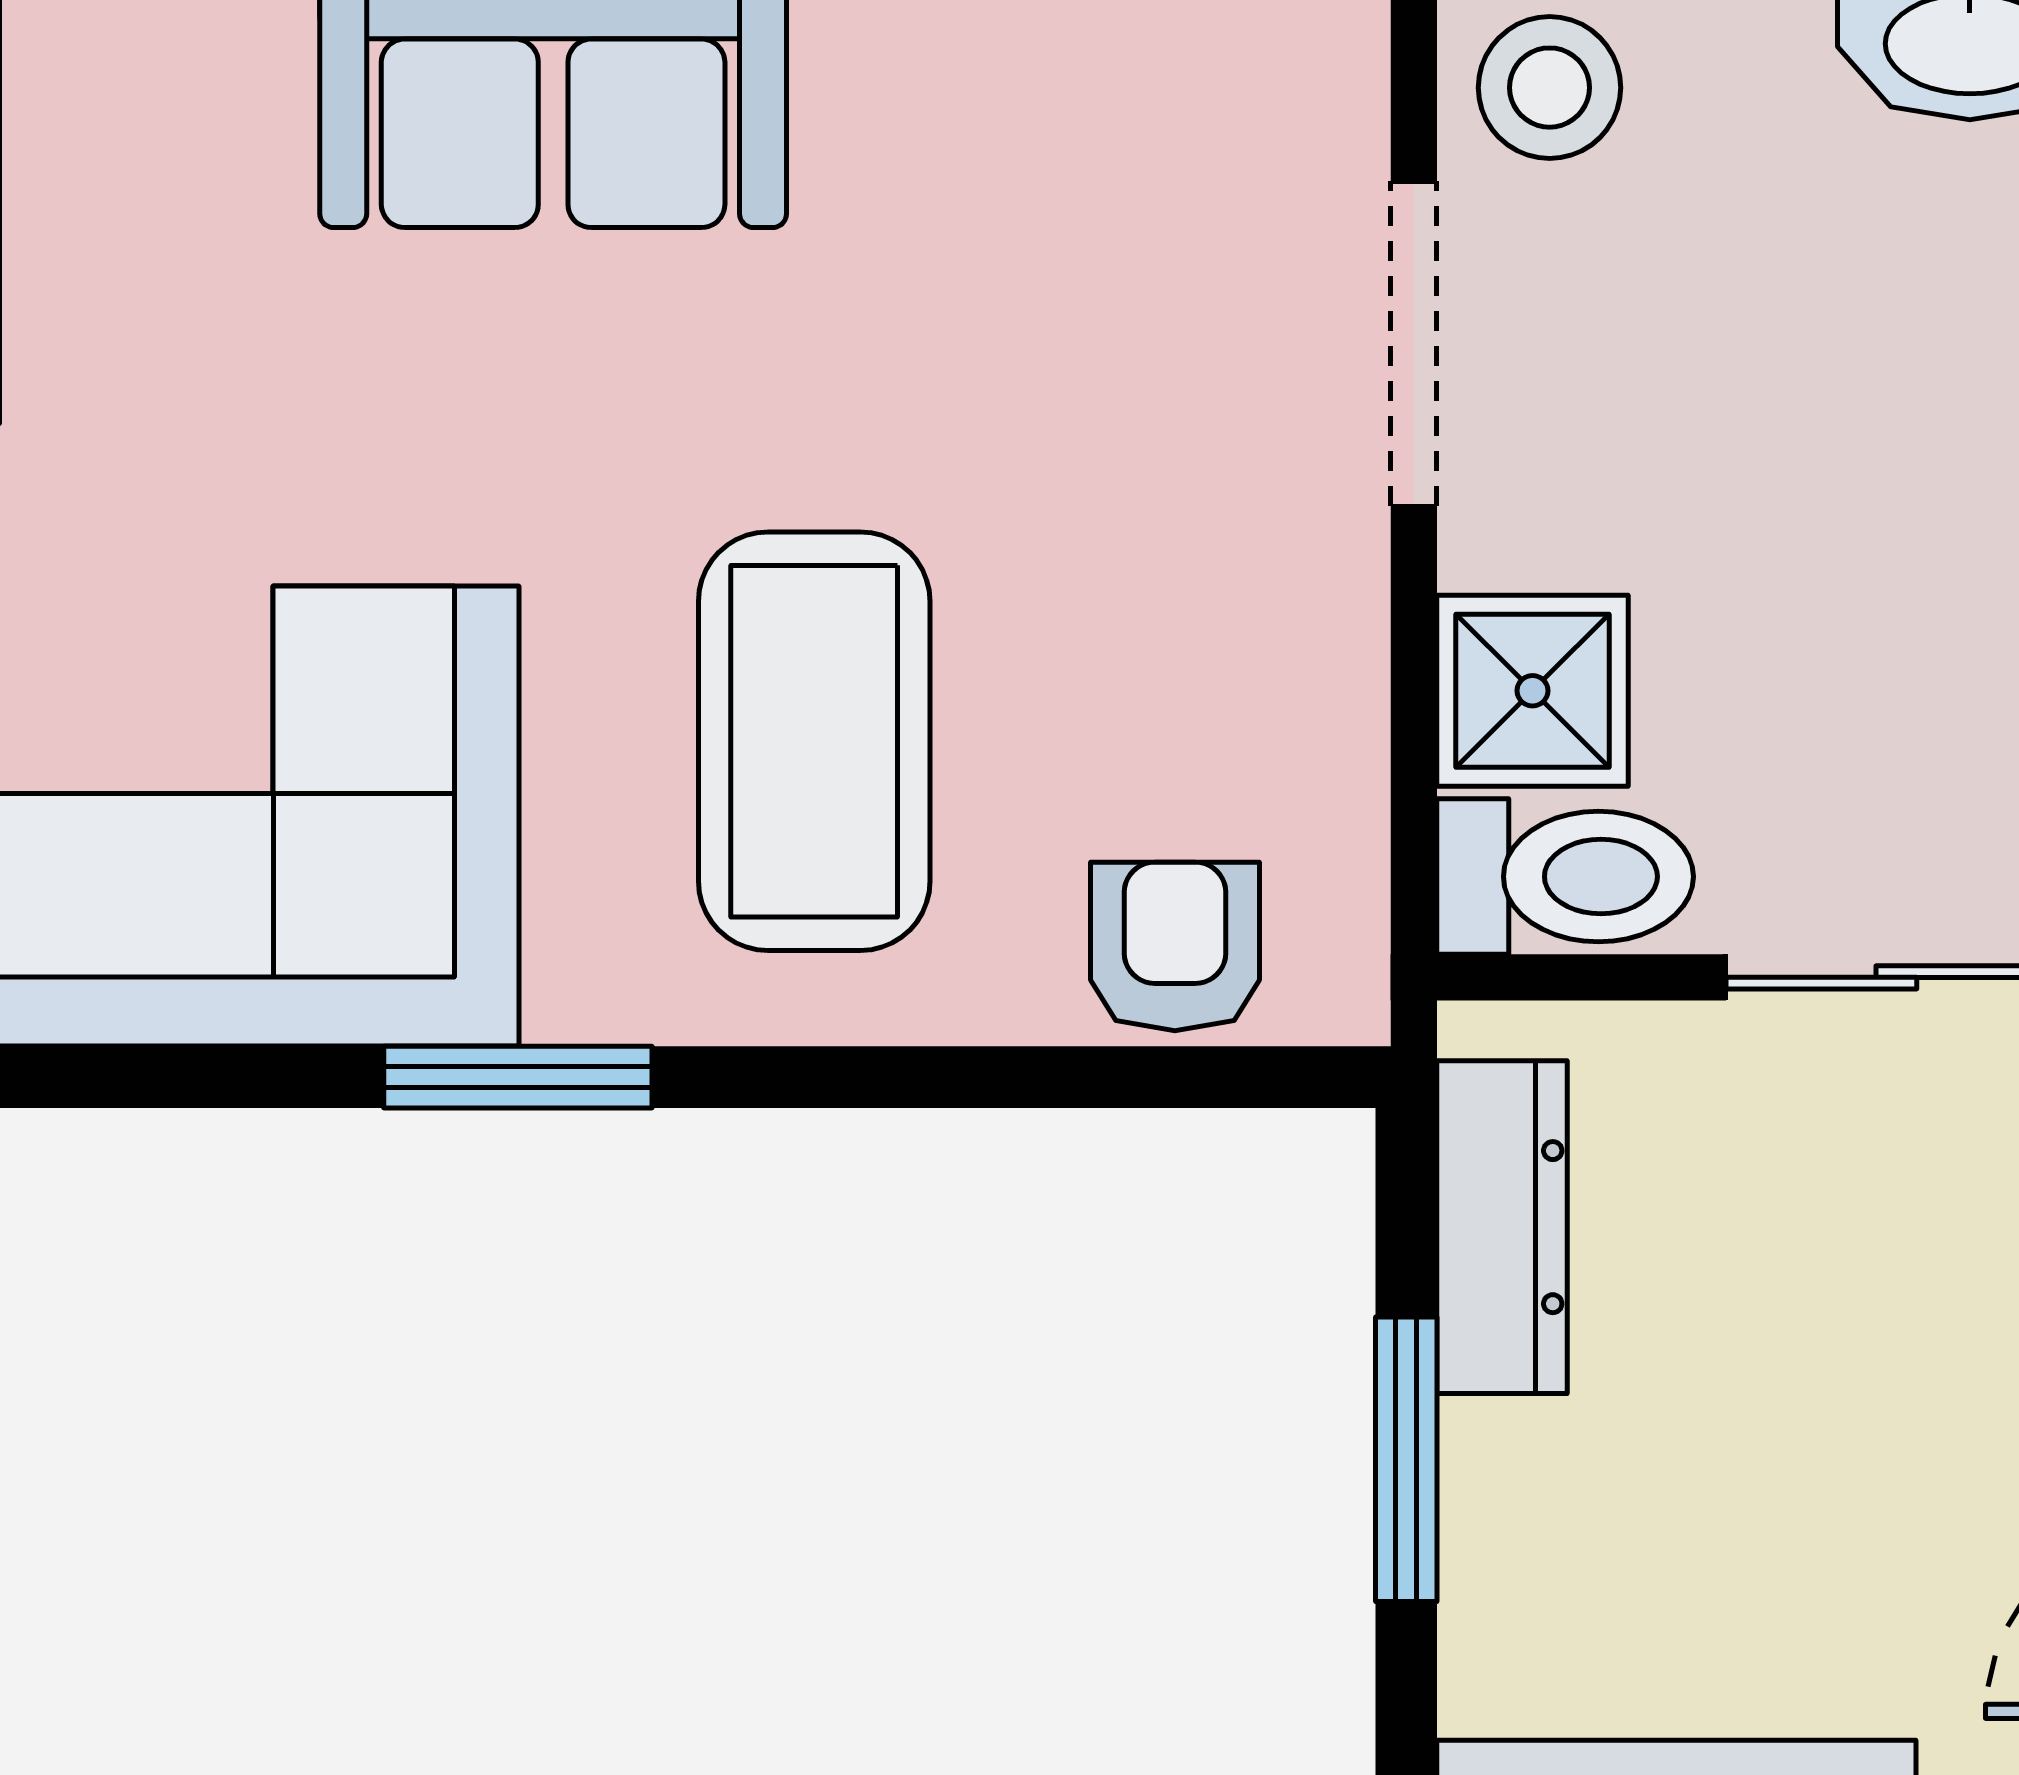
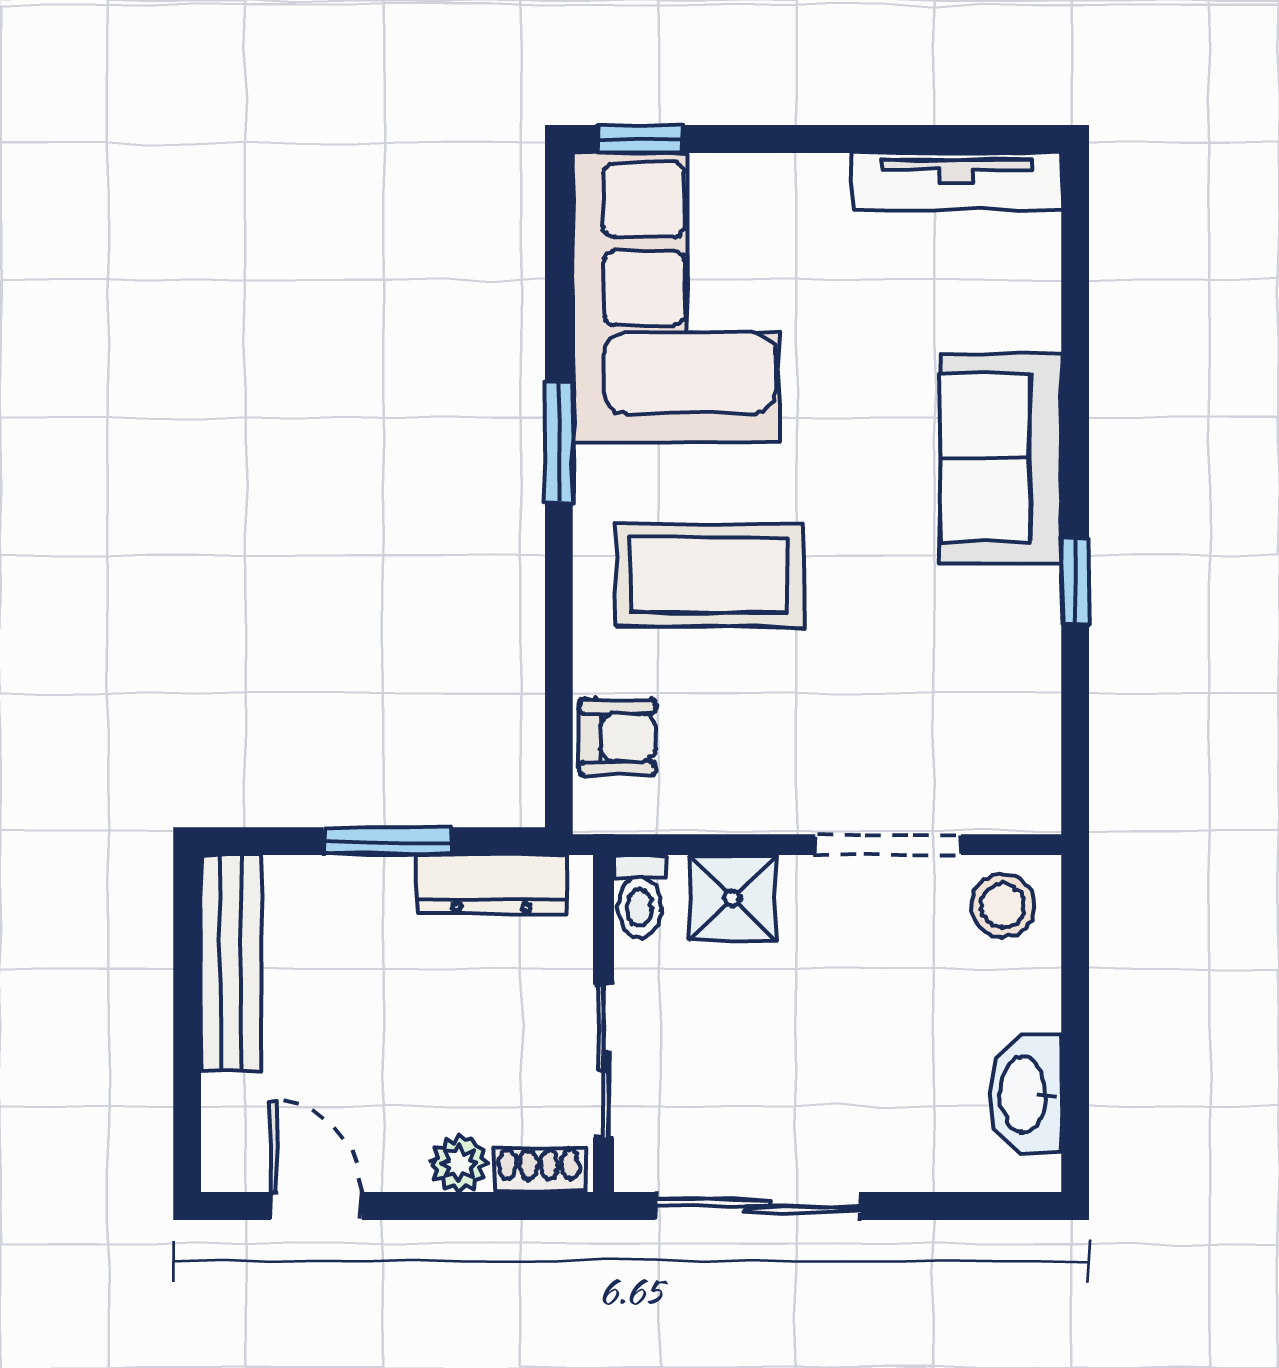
toilet: (1565, 877) -> (639, 896), width x0.73, depth x0.72

